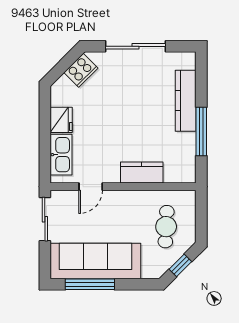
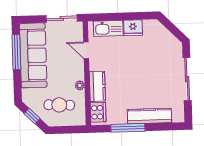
cooker: (81, 70) -> (98, 112), moved, turned -135
plant: (140, 197) -> (80, 85), added

